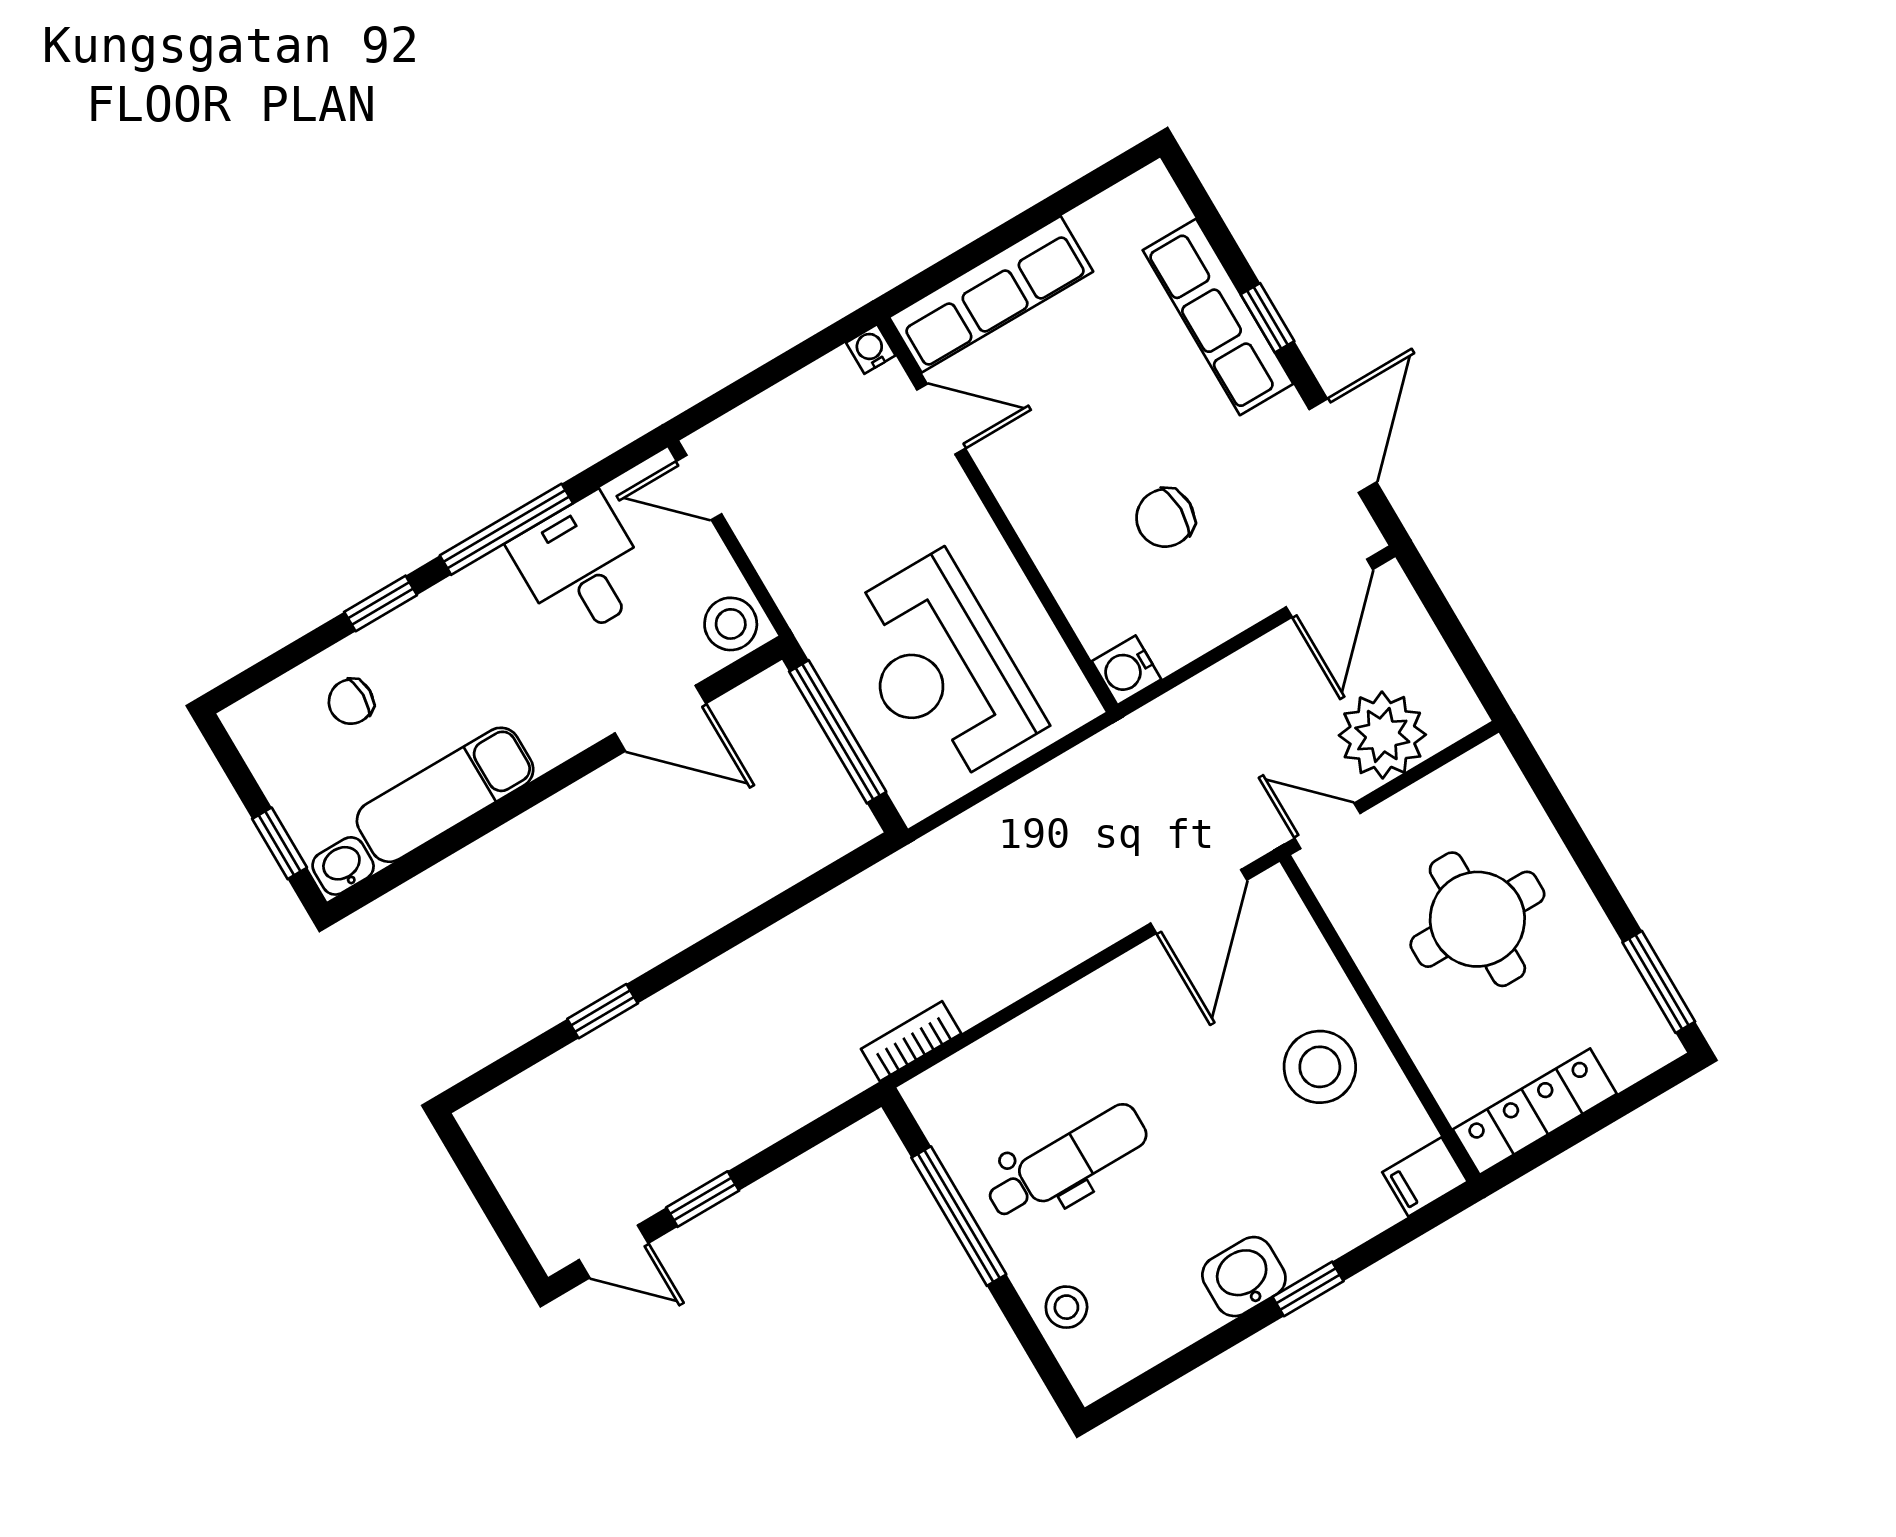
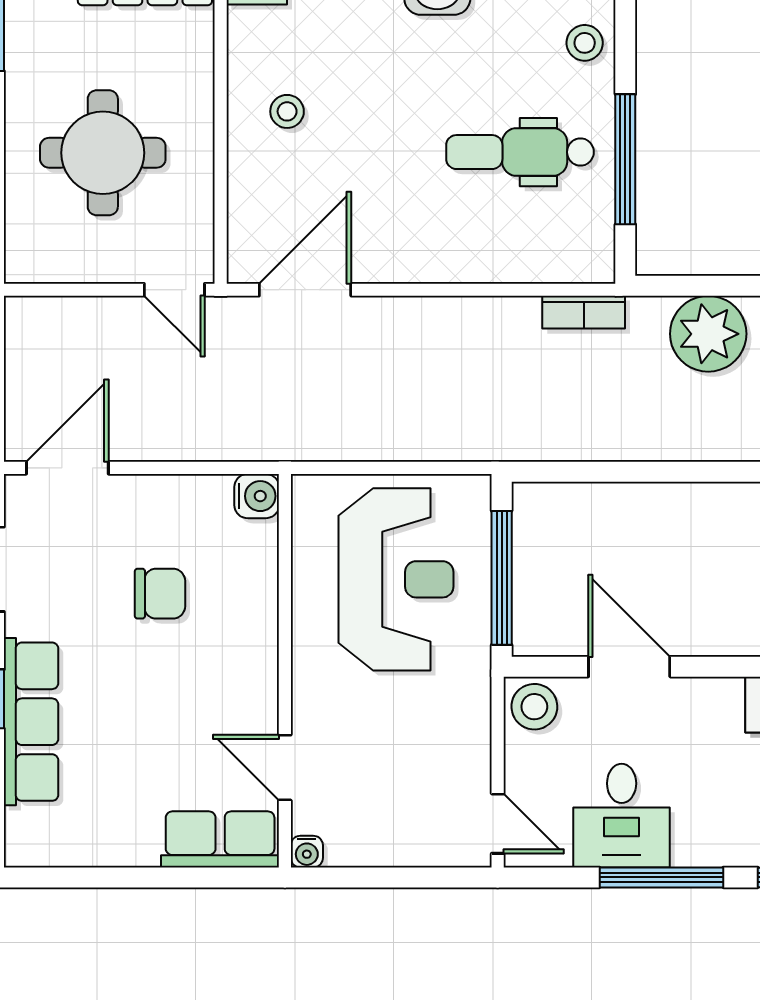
row of seats: (991, 294) -> (220, 839), width x0.68
plant: (1382, 735) -> (708, 334), moved
stool: (1320, 1067) -> (287, 111), width x0.53, depth x0.53

